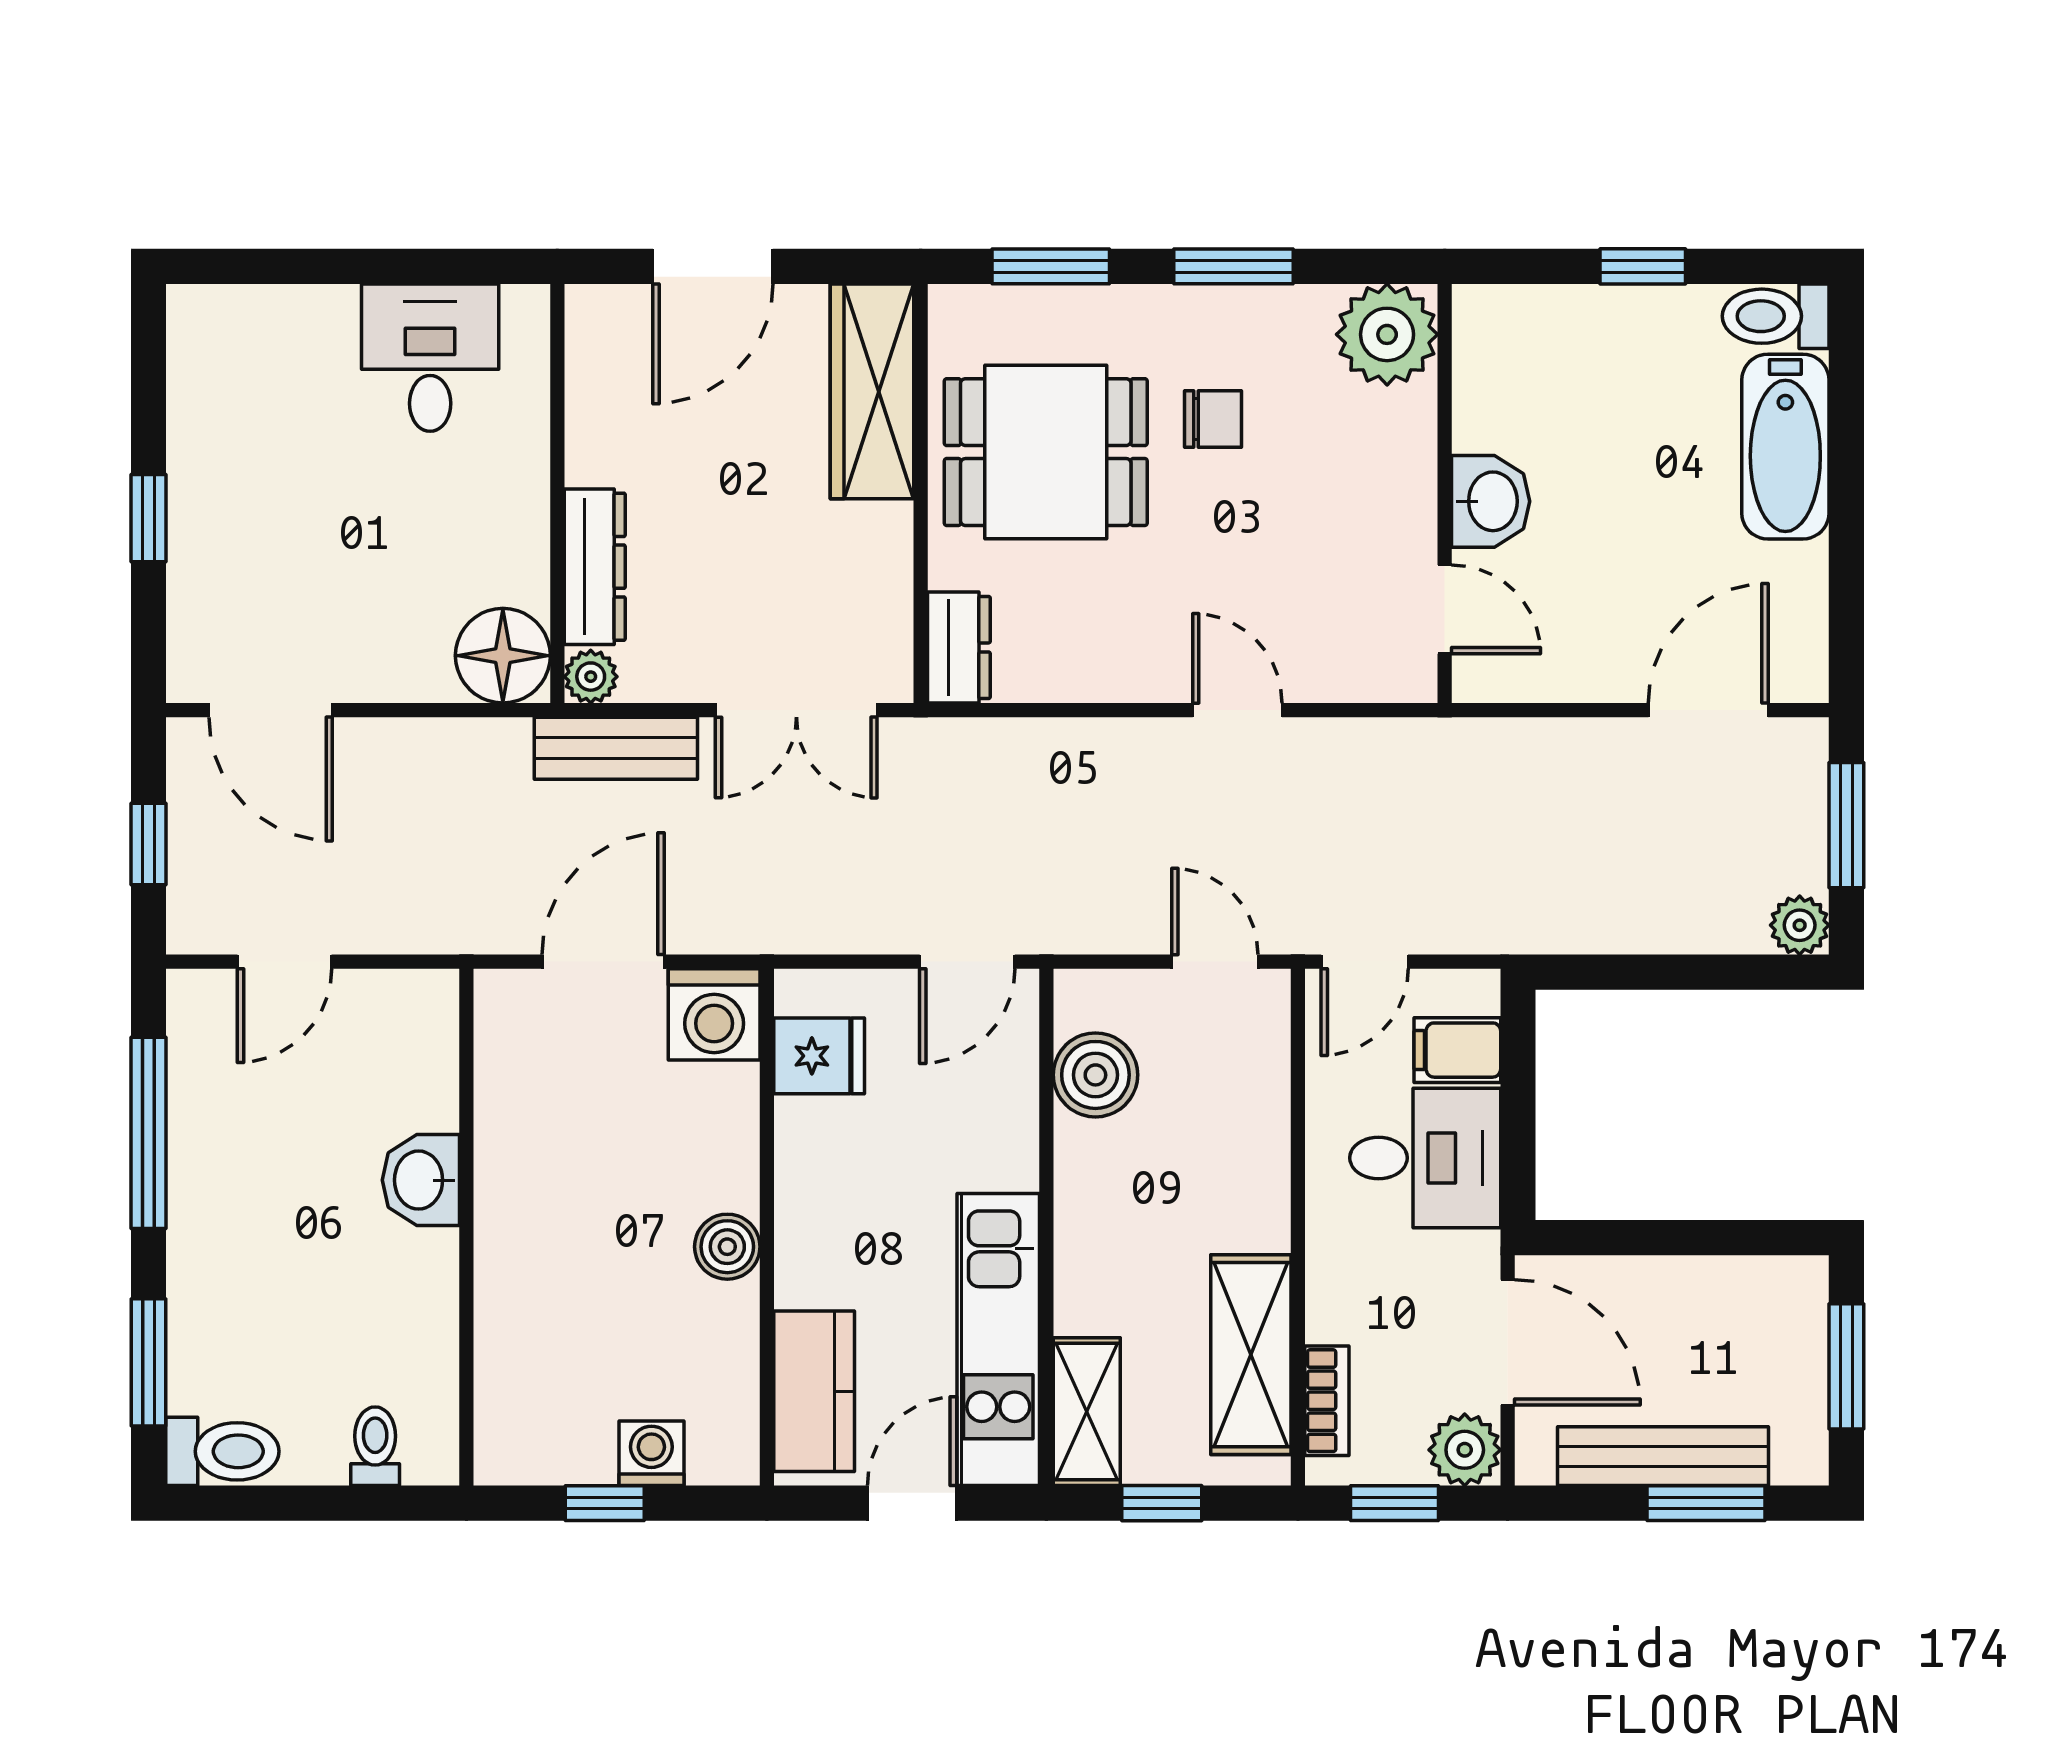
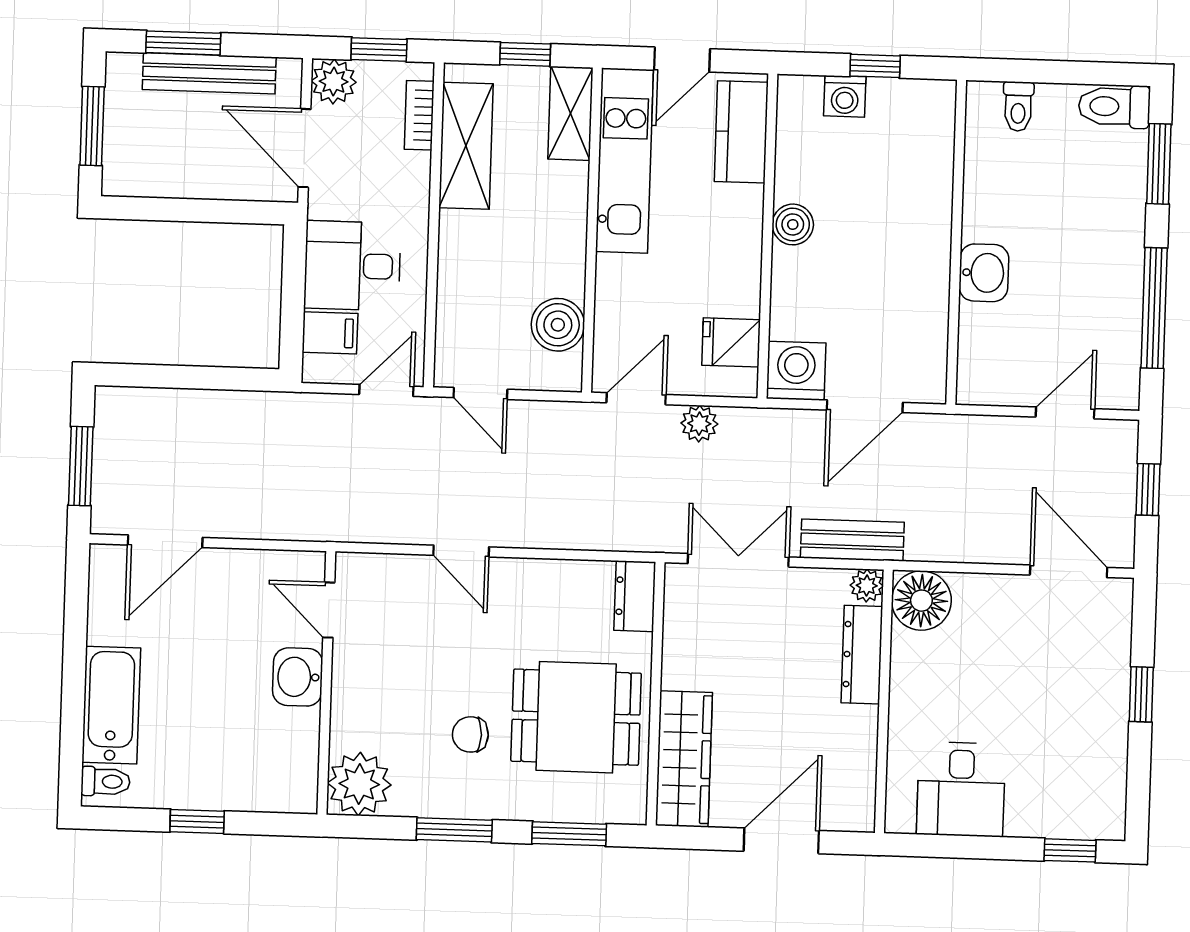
window: (254, 266) -> (1070, 850), added
toilet: (1776, 316) -> (105, 782), width x0.73, depth x0.72
plant: (1800, 925) -> (699, 424), moved

